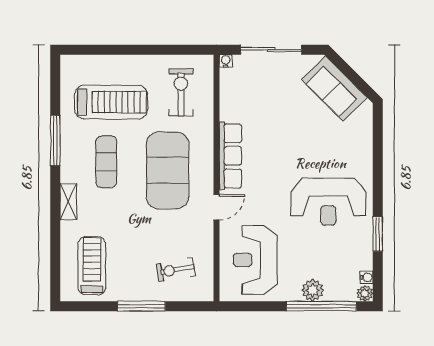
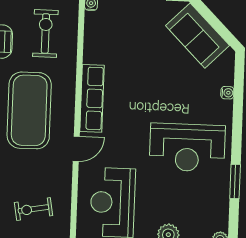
water cooler: (367, 277) -> (227, 93), moved

